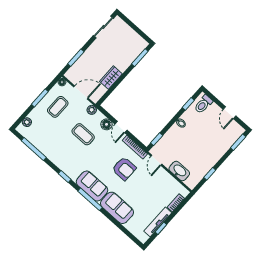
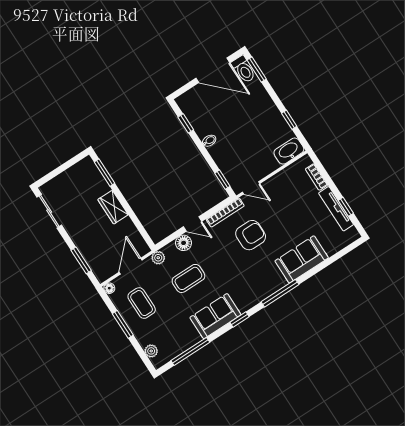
wardrobe: (111, 78) -> (113, 207), moved
toilet: (203, 104) -> (244, 69), moved
door: (229, 113) -> (213, 70), width x1.87
washbasin: (179, 171) -> (289, 151), moved
sofa: (92, 186) -> (215, 316), moved

